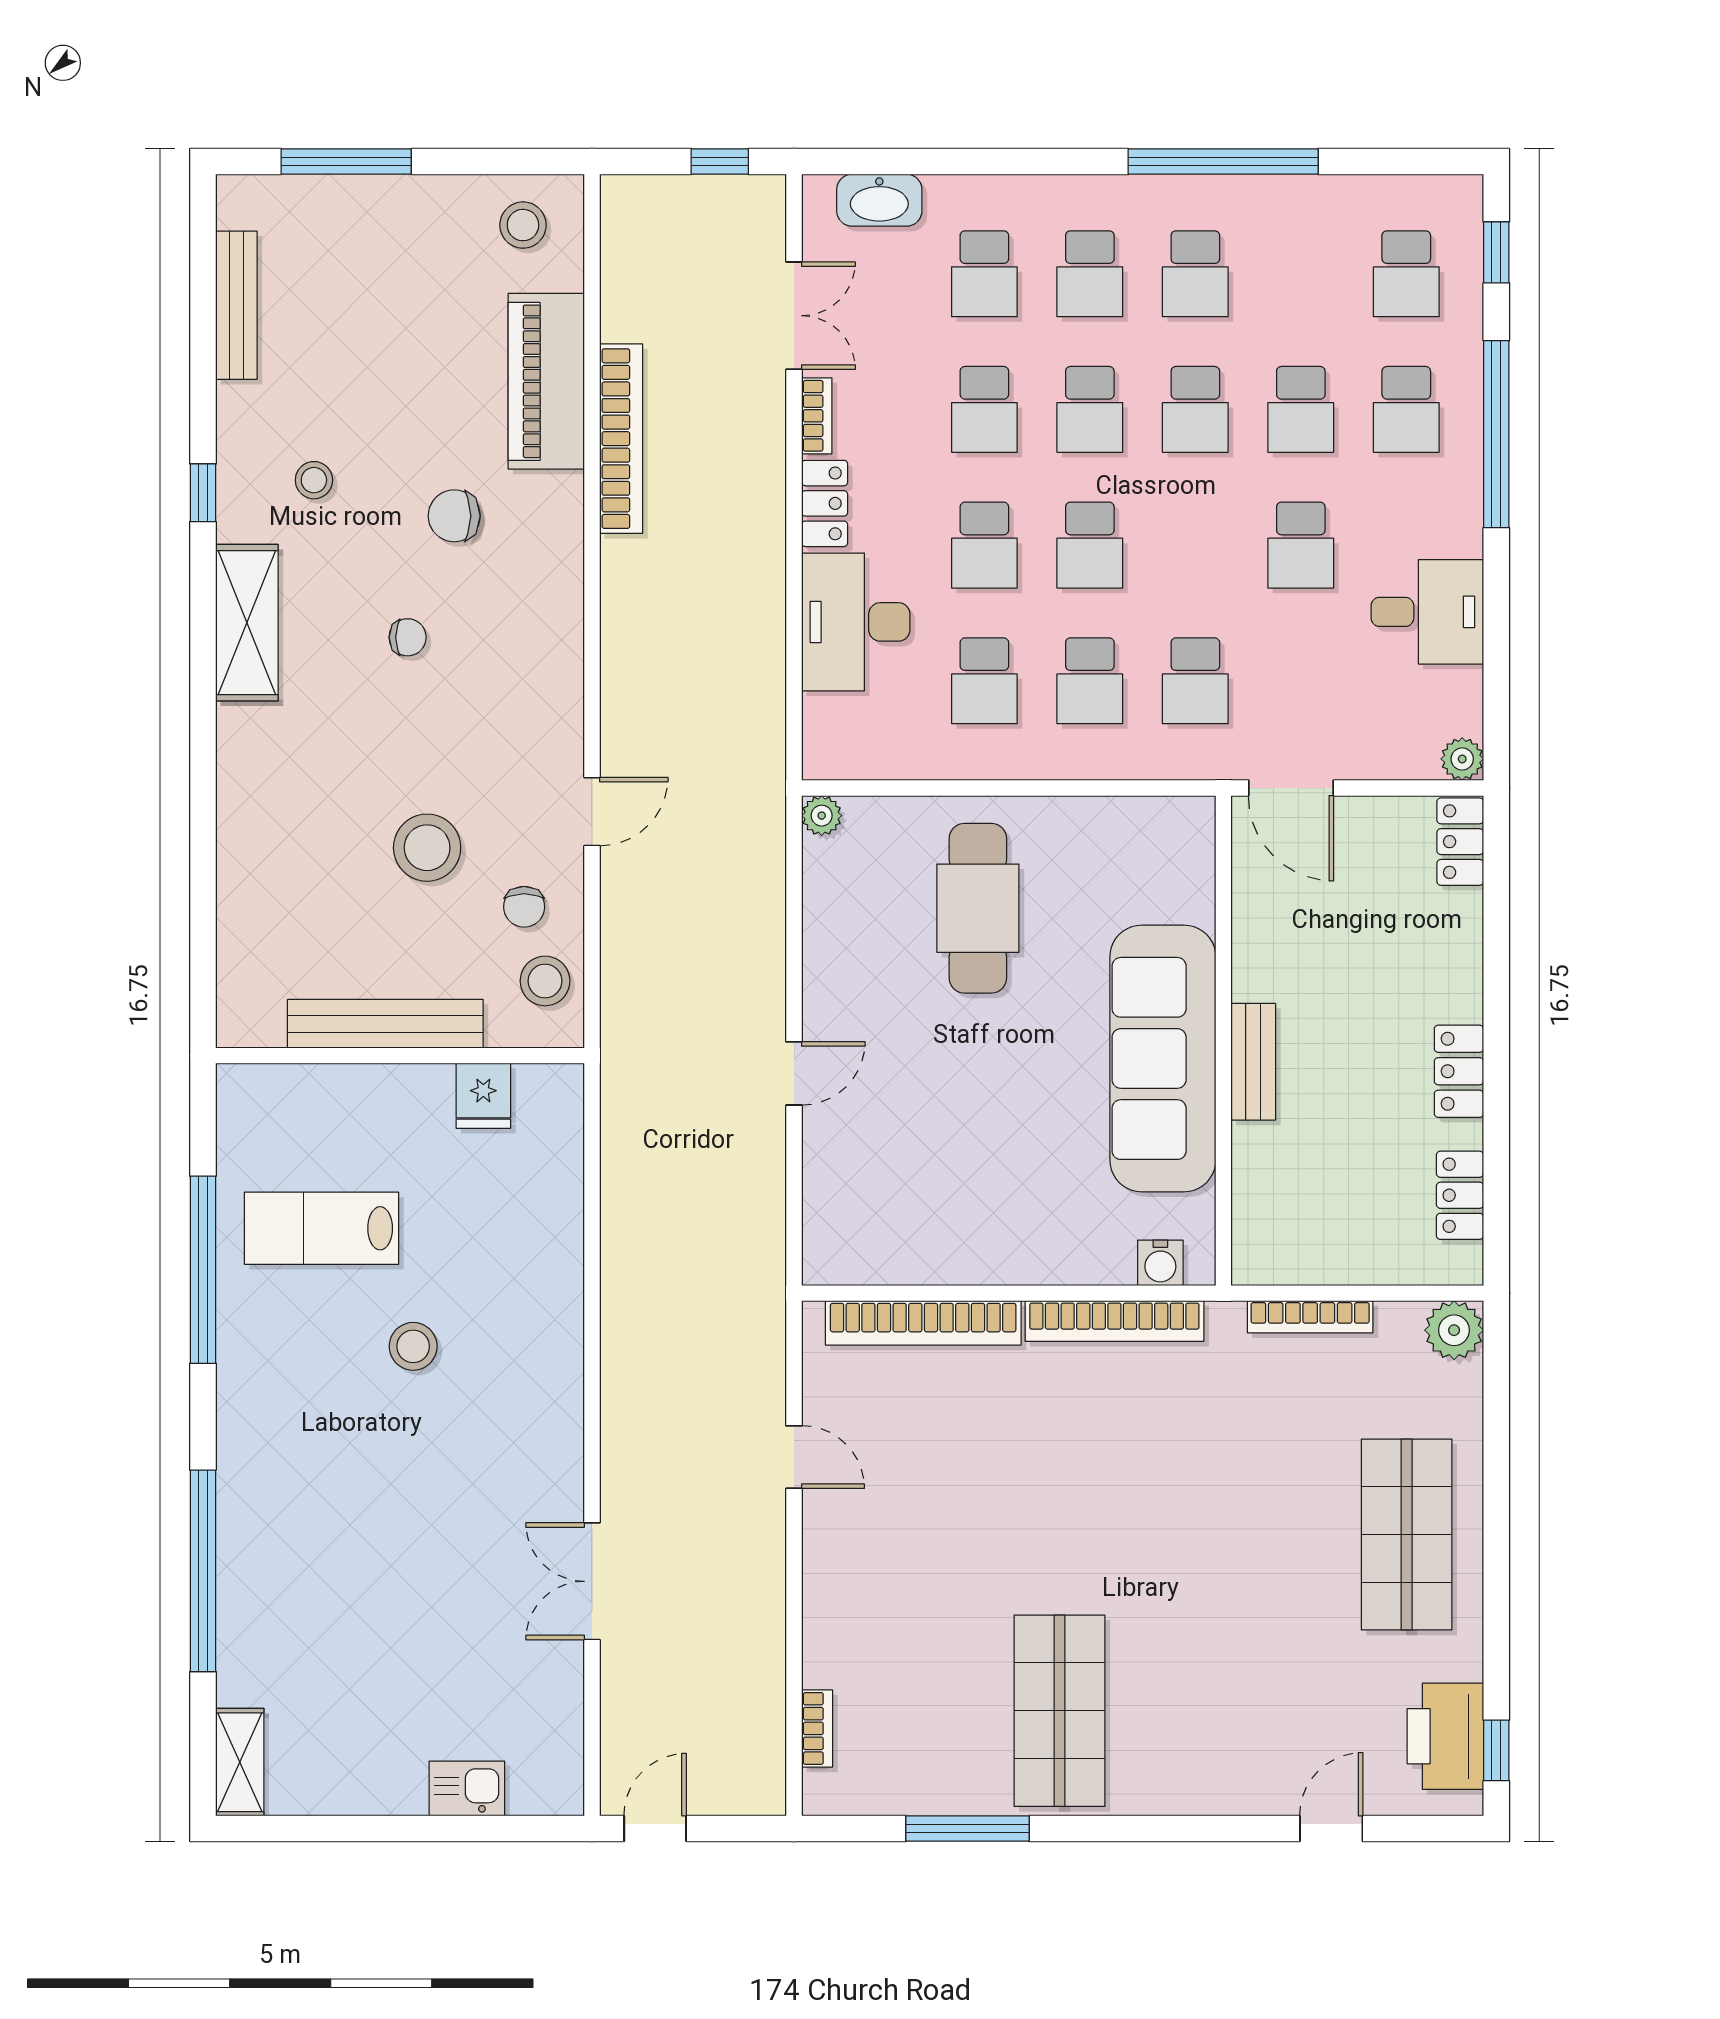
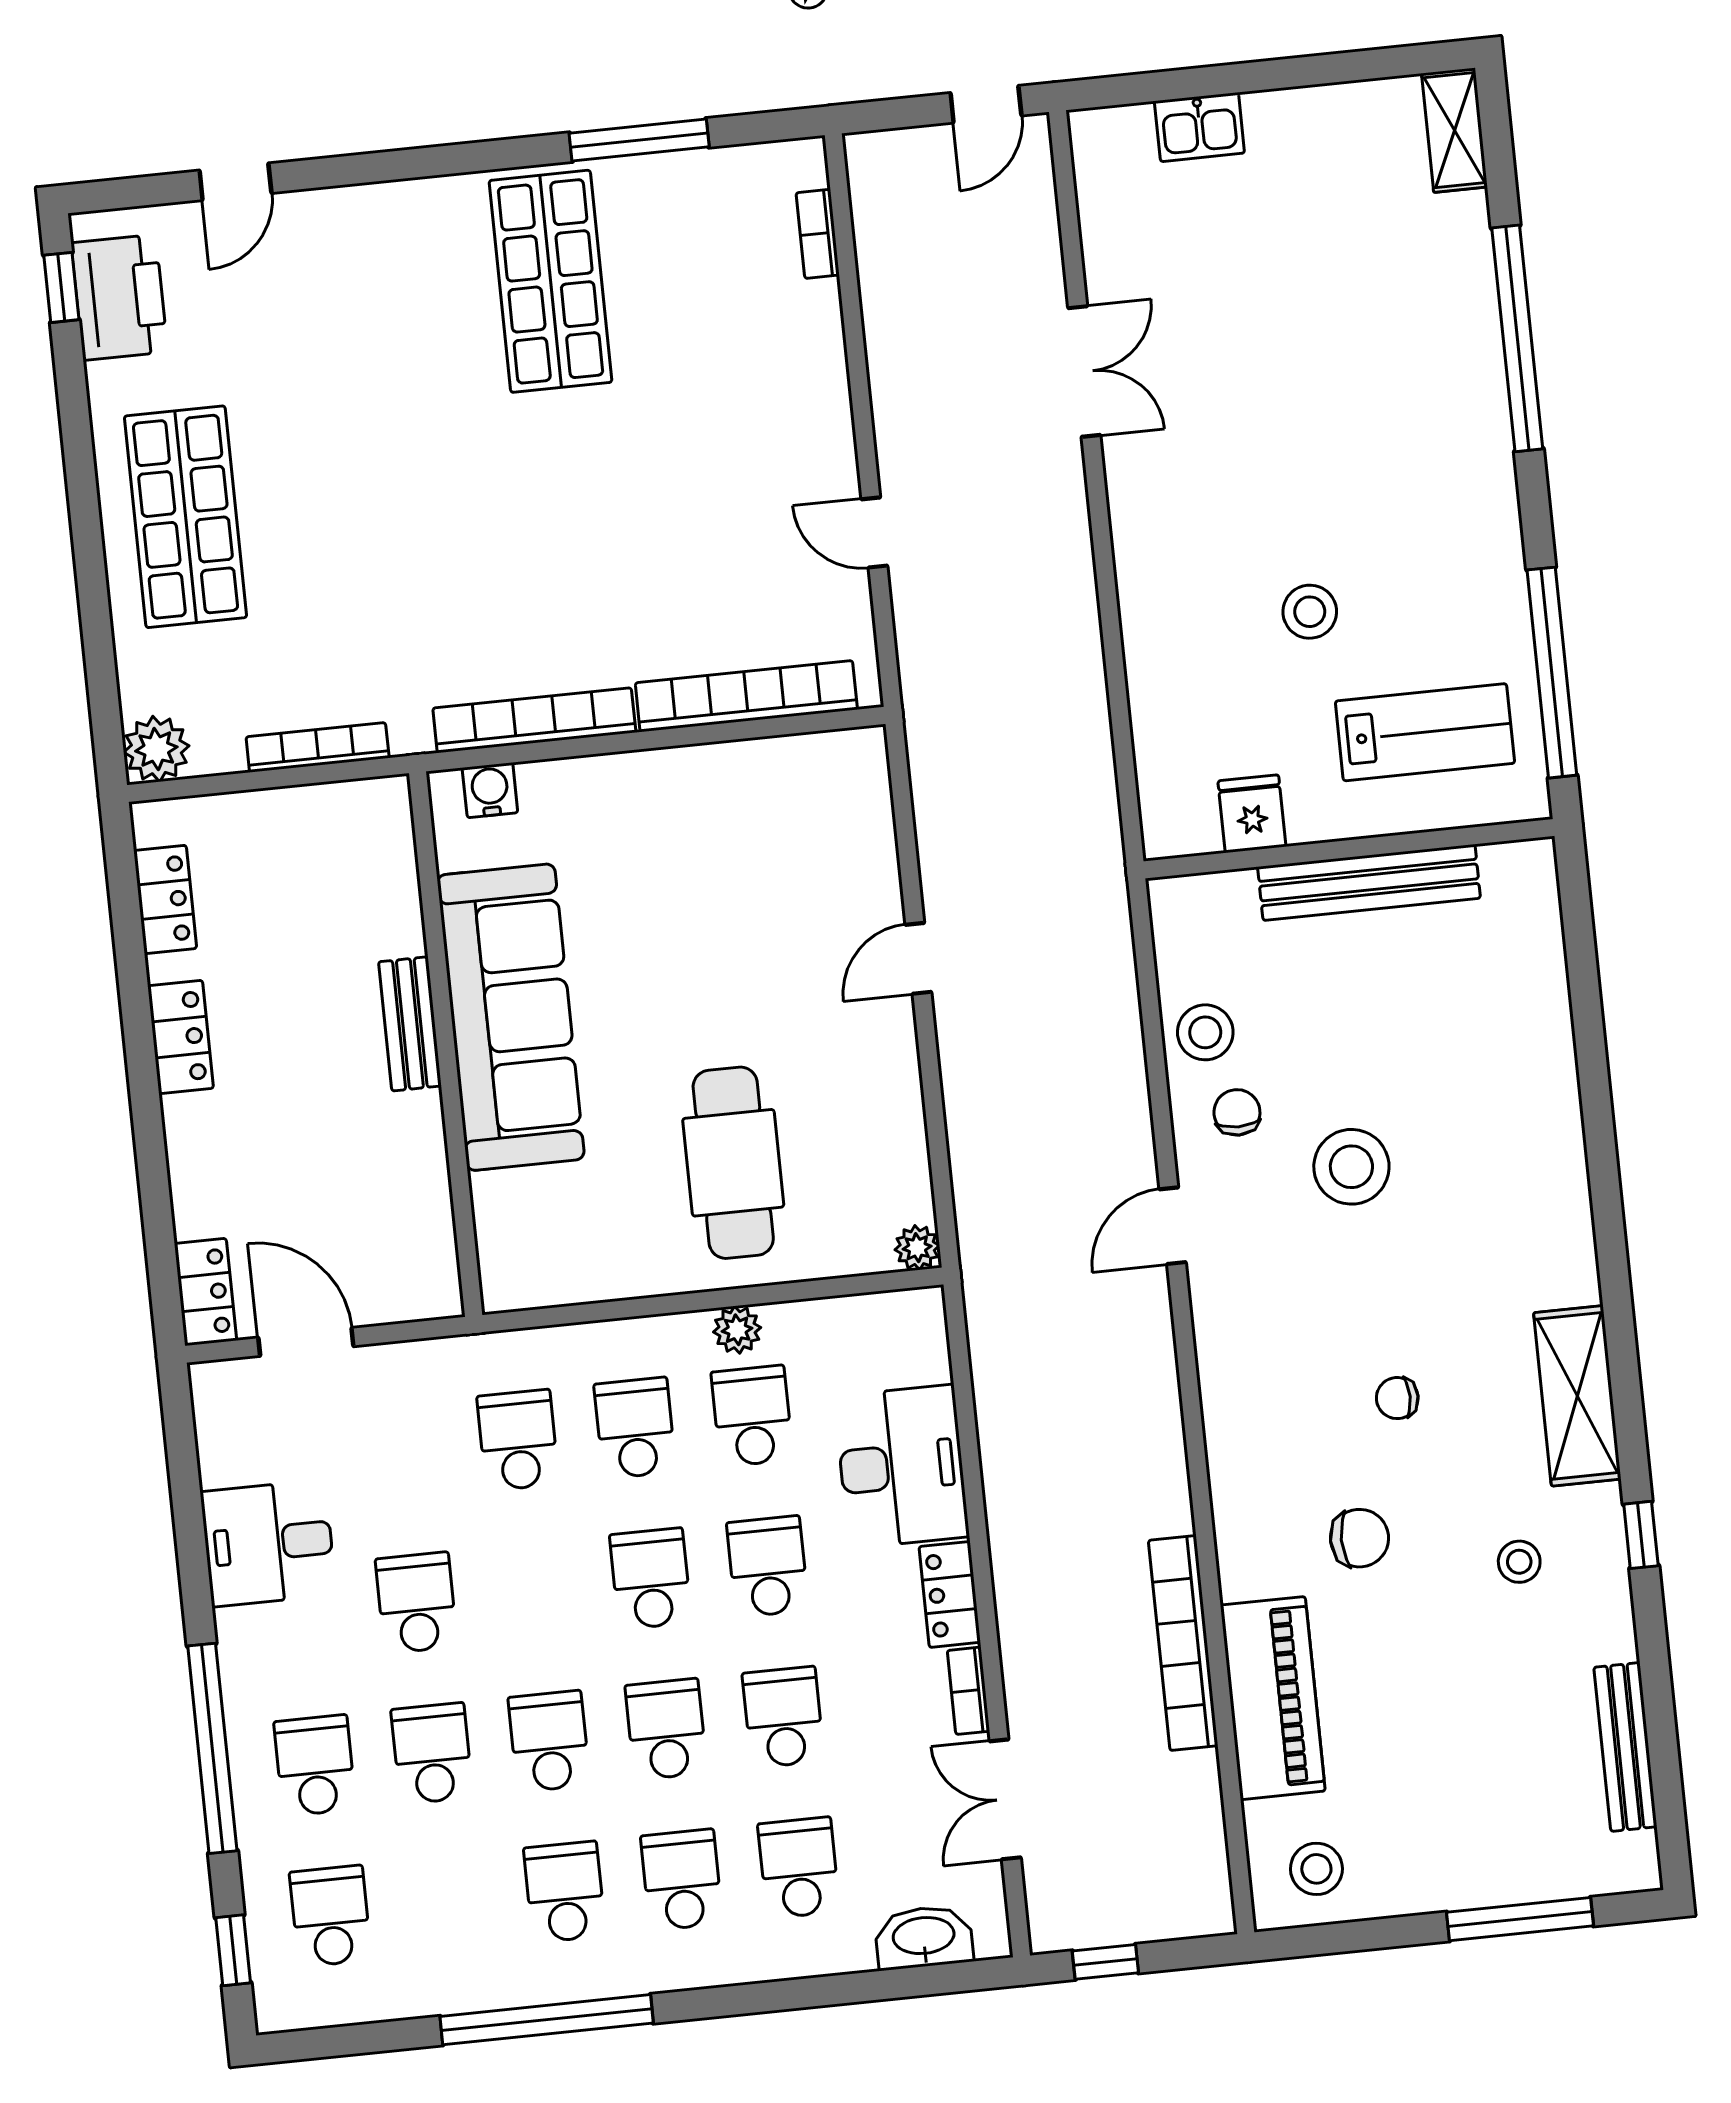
plant: (1462, 759) -> (737, 1330), moved
door: (1291, 788) -> (306, 1342), moved
bench: (385, 1024) -> (1369, 882), moved
wall: (400, 1056) -> (1349, 849), moved
fridge: (483, 1096) -> (1252, 814), moved

